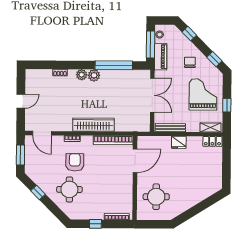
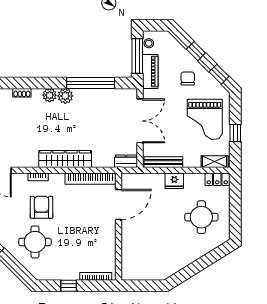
window: (189, 34) -> (196, 51), moved
grand piano: (203, 94) -> (205, 119), turned 180
dresser: (141, 127) -> (126, 161), added
round table: (156, 197) -> (201, 217), moved

